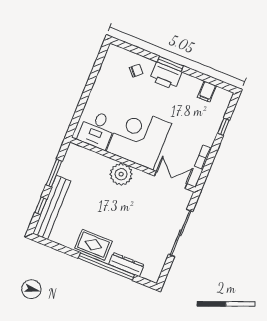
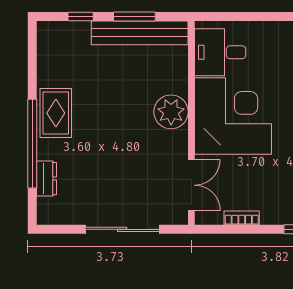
bench: (52, 207) -> (140, 33), moved
dresser: (126, 264) -> (47, 179), width x0.70

